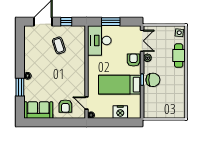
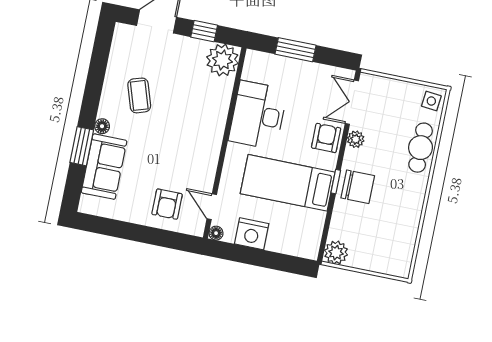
plant: (78, 33) -> (222, 60), added
desk: (99, 40) -> (258, 115), moved
double door: (142, 41) -> (352, 102), swing flipped
coffee table: (59, 45) -> (139, 95), moved
sofa: (38, 110) -> (104, 167), moved, turned 90
nightstand: (120, 112) -> (252, 234), moved
plant: (149, 113) -> (336, 253), added

